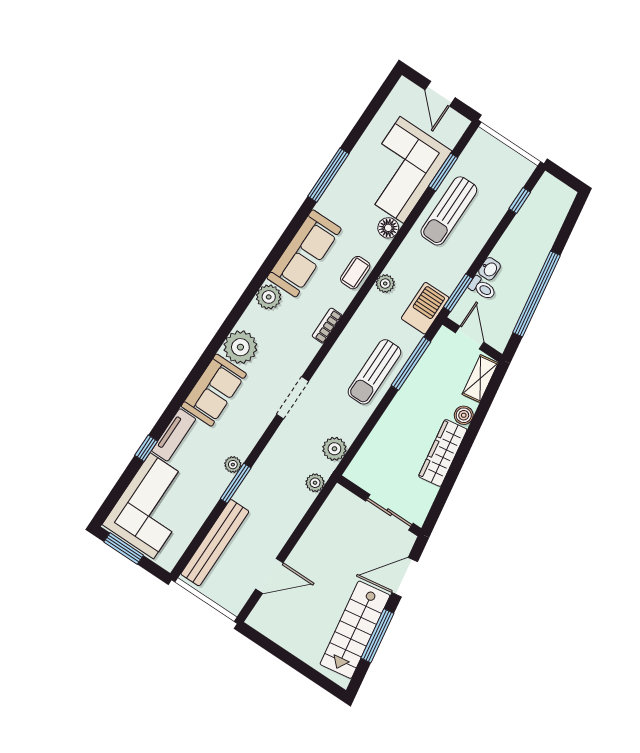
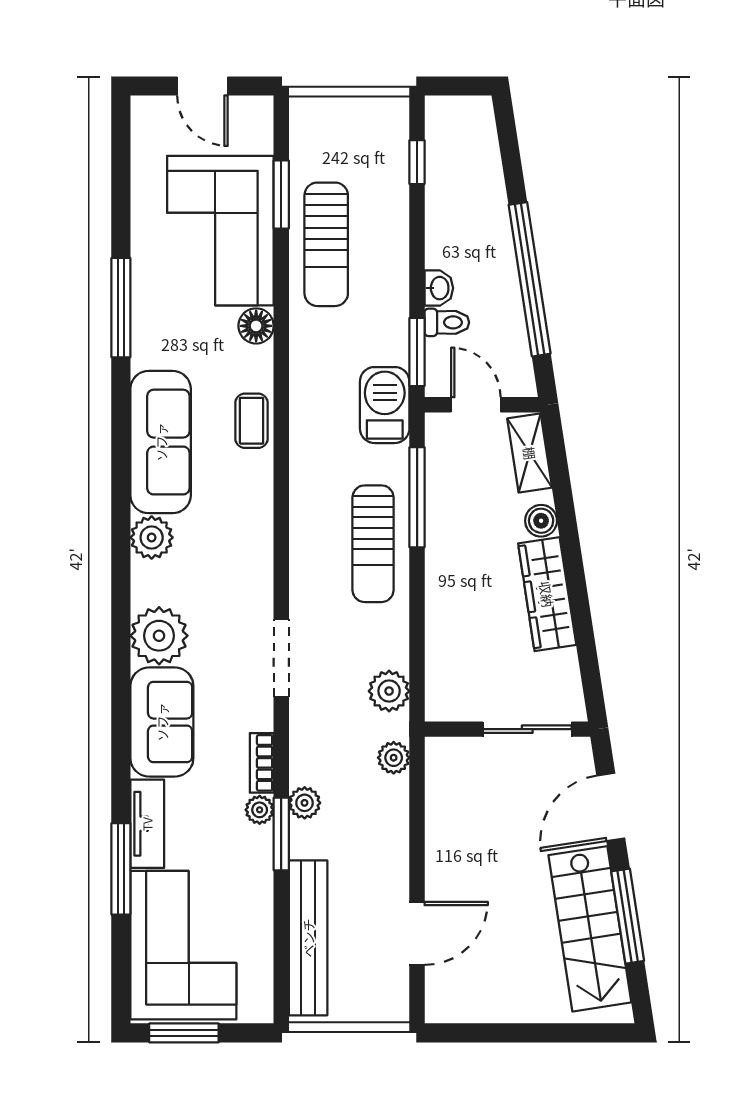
plant: (385, 284) -> (305, 803), moved
bookcase: (327, 326) -> (262, 763), moved
window: (146, 448) -> (121, 869), width x2.17

